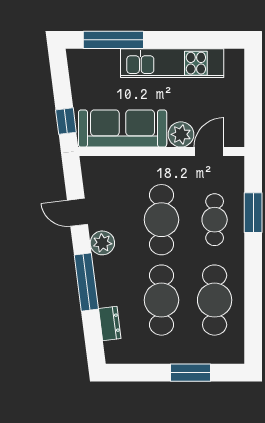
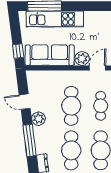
kitchen unit: (172, 63) -> (55, 19), moved

